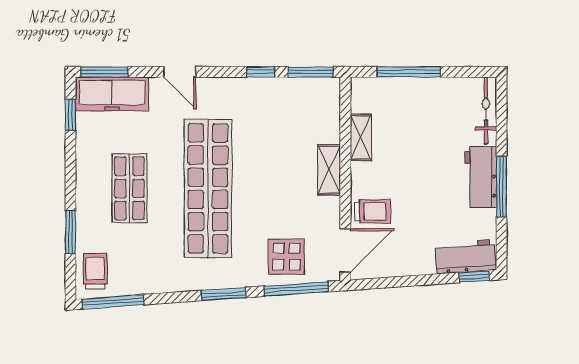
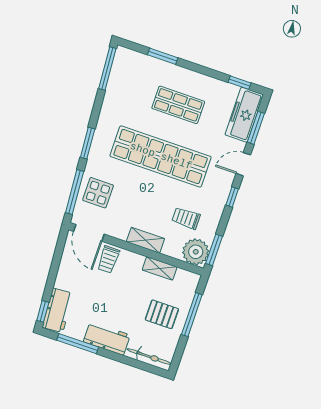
window: (104, 72) -> (256, 128), moved
window: (261, 72) -> (232, 197), moved
plant: (321, 96) -> (196, 252), added
pallet: (422, 113) -> (162, 314), added
window: (501, 187) -> (78, 344), moved
trolley: (95, 271) -> (186, 218), moved, turned 180

